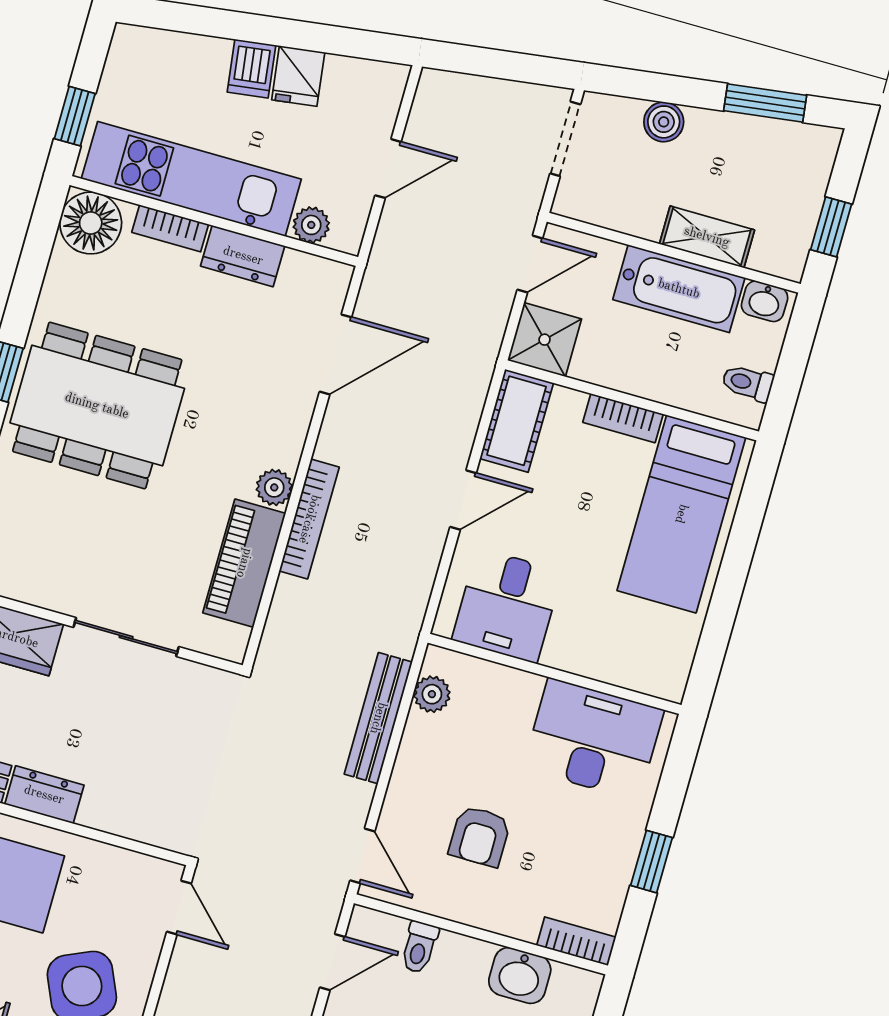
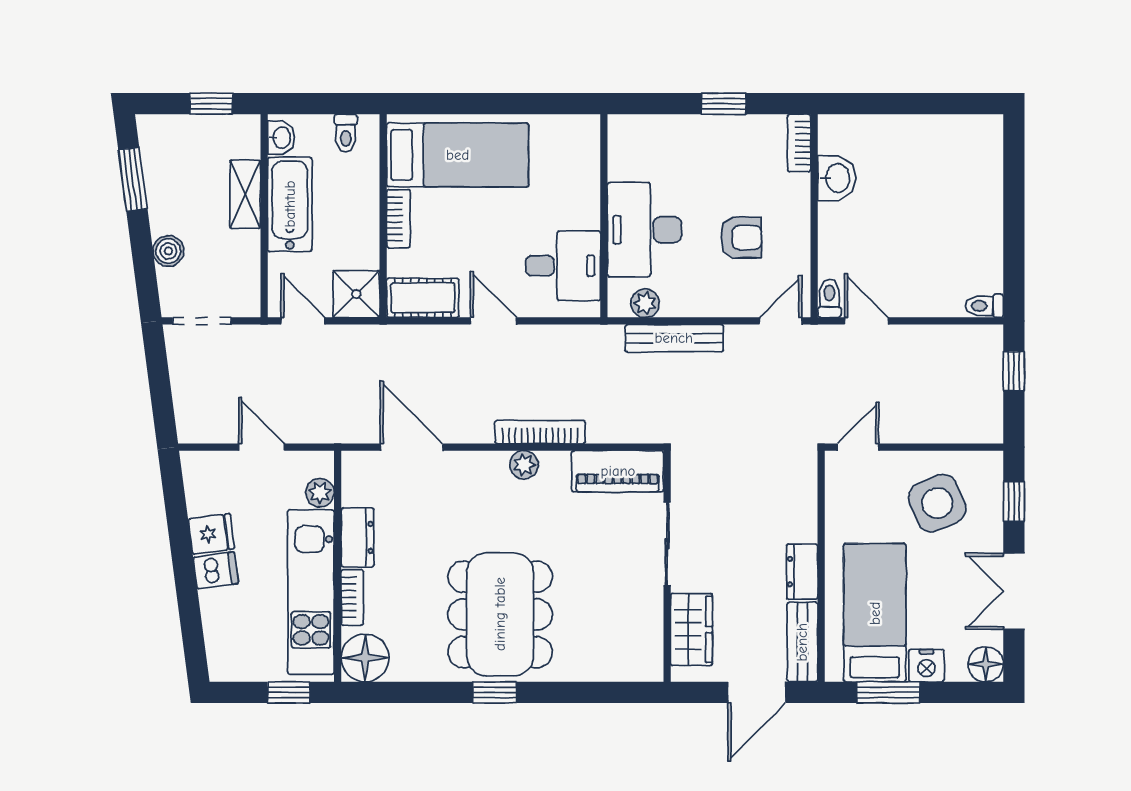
piano: (244, 563) -> (618, 471), moved
desk: (593, 739) -> (644, 230), moved
toilet: (419, 947) -> (829, 298), moved, turned -90

